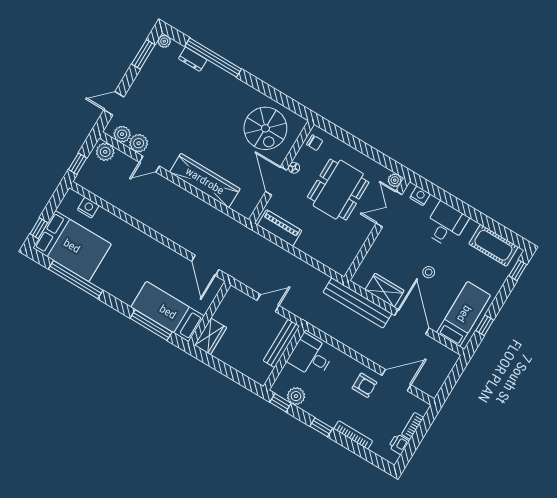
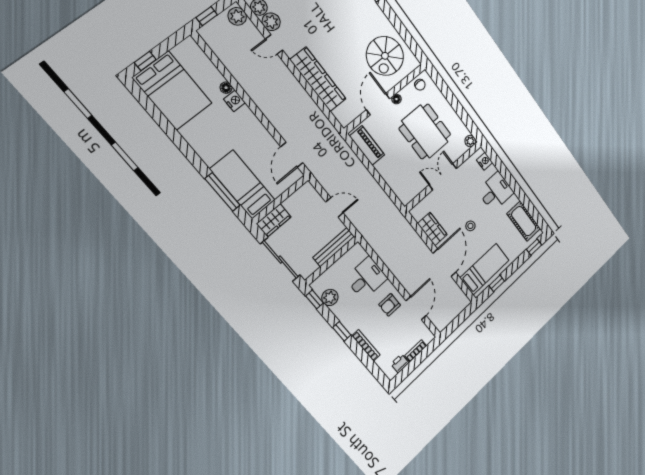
dining table: (338, 190) -> (425, 131), turned 90
nightstand: (88, 208) -> (234, 101), moved
double door: (389, 209) -> (443, 177), moved
floor lamp: (119, 224) -> (226, 88), added
window: (76, 280) -> (164, 124), removed
bench: (357, 303) -> (408, 233), removed
desk: (311, 356) -> (366, 278), moved, turned 90
sliding door: (231, 373) -> (280, 260), added
door: (396, 380) -> (416, 308), hinge flipped
armchair: (364, 385) -> (390, 305), turned 90

